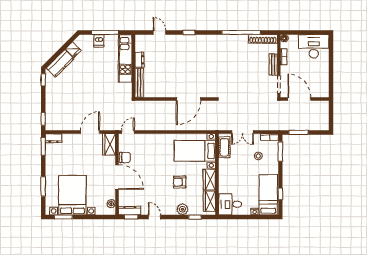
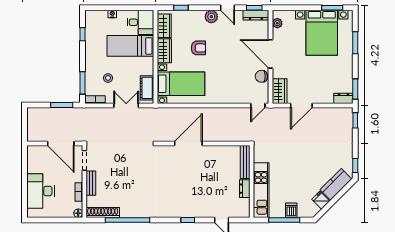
desk: (314, 46) -> (40, 191), moved, turned 90
bed: (268, 195) -> (130, 46), moved, turned 90
plant: (182, 209) -> (211, 17), moved

